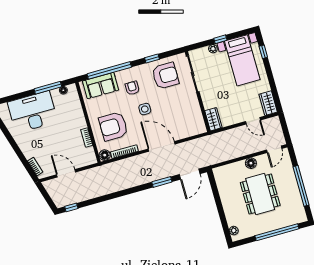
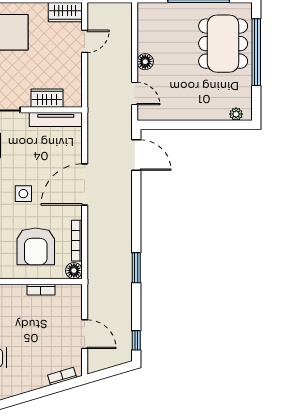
tv unit: (198, 116) -> (56, 119), added
wardrobe: (213, 119) -> (47, 98), moved
door: (274, 149) -> (135, 94), moved
door: (66, 173) -> (85, 334), swing flipped
window: (162, 182) -> (136, 268), moved
dining table: (260, 194) -> (223, 44), moved, turned 90

